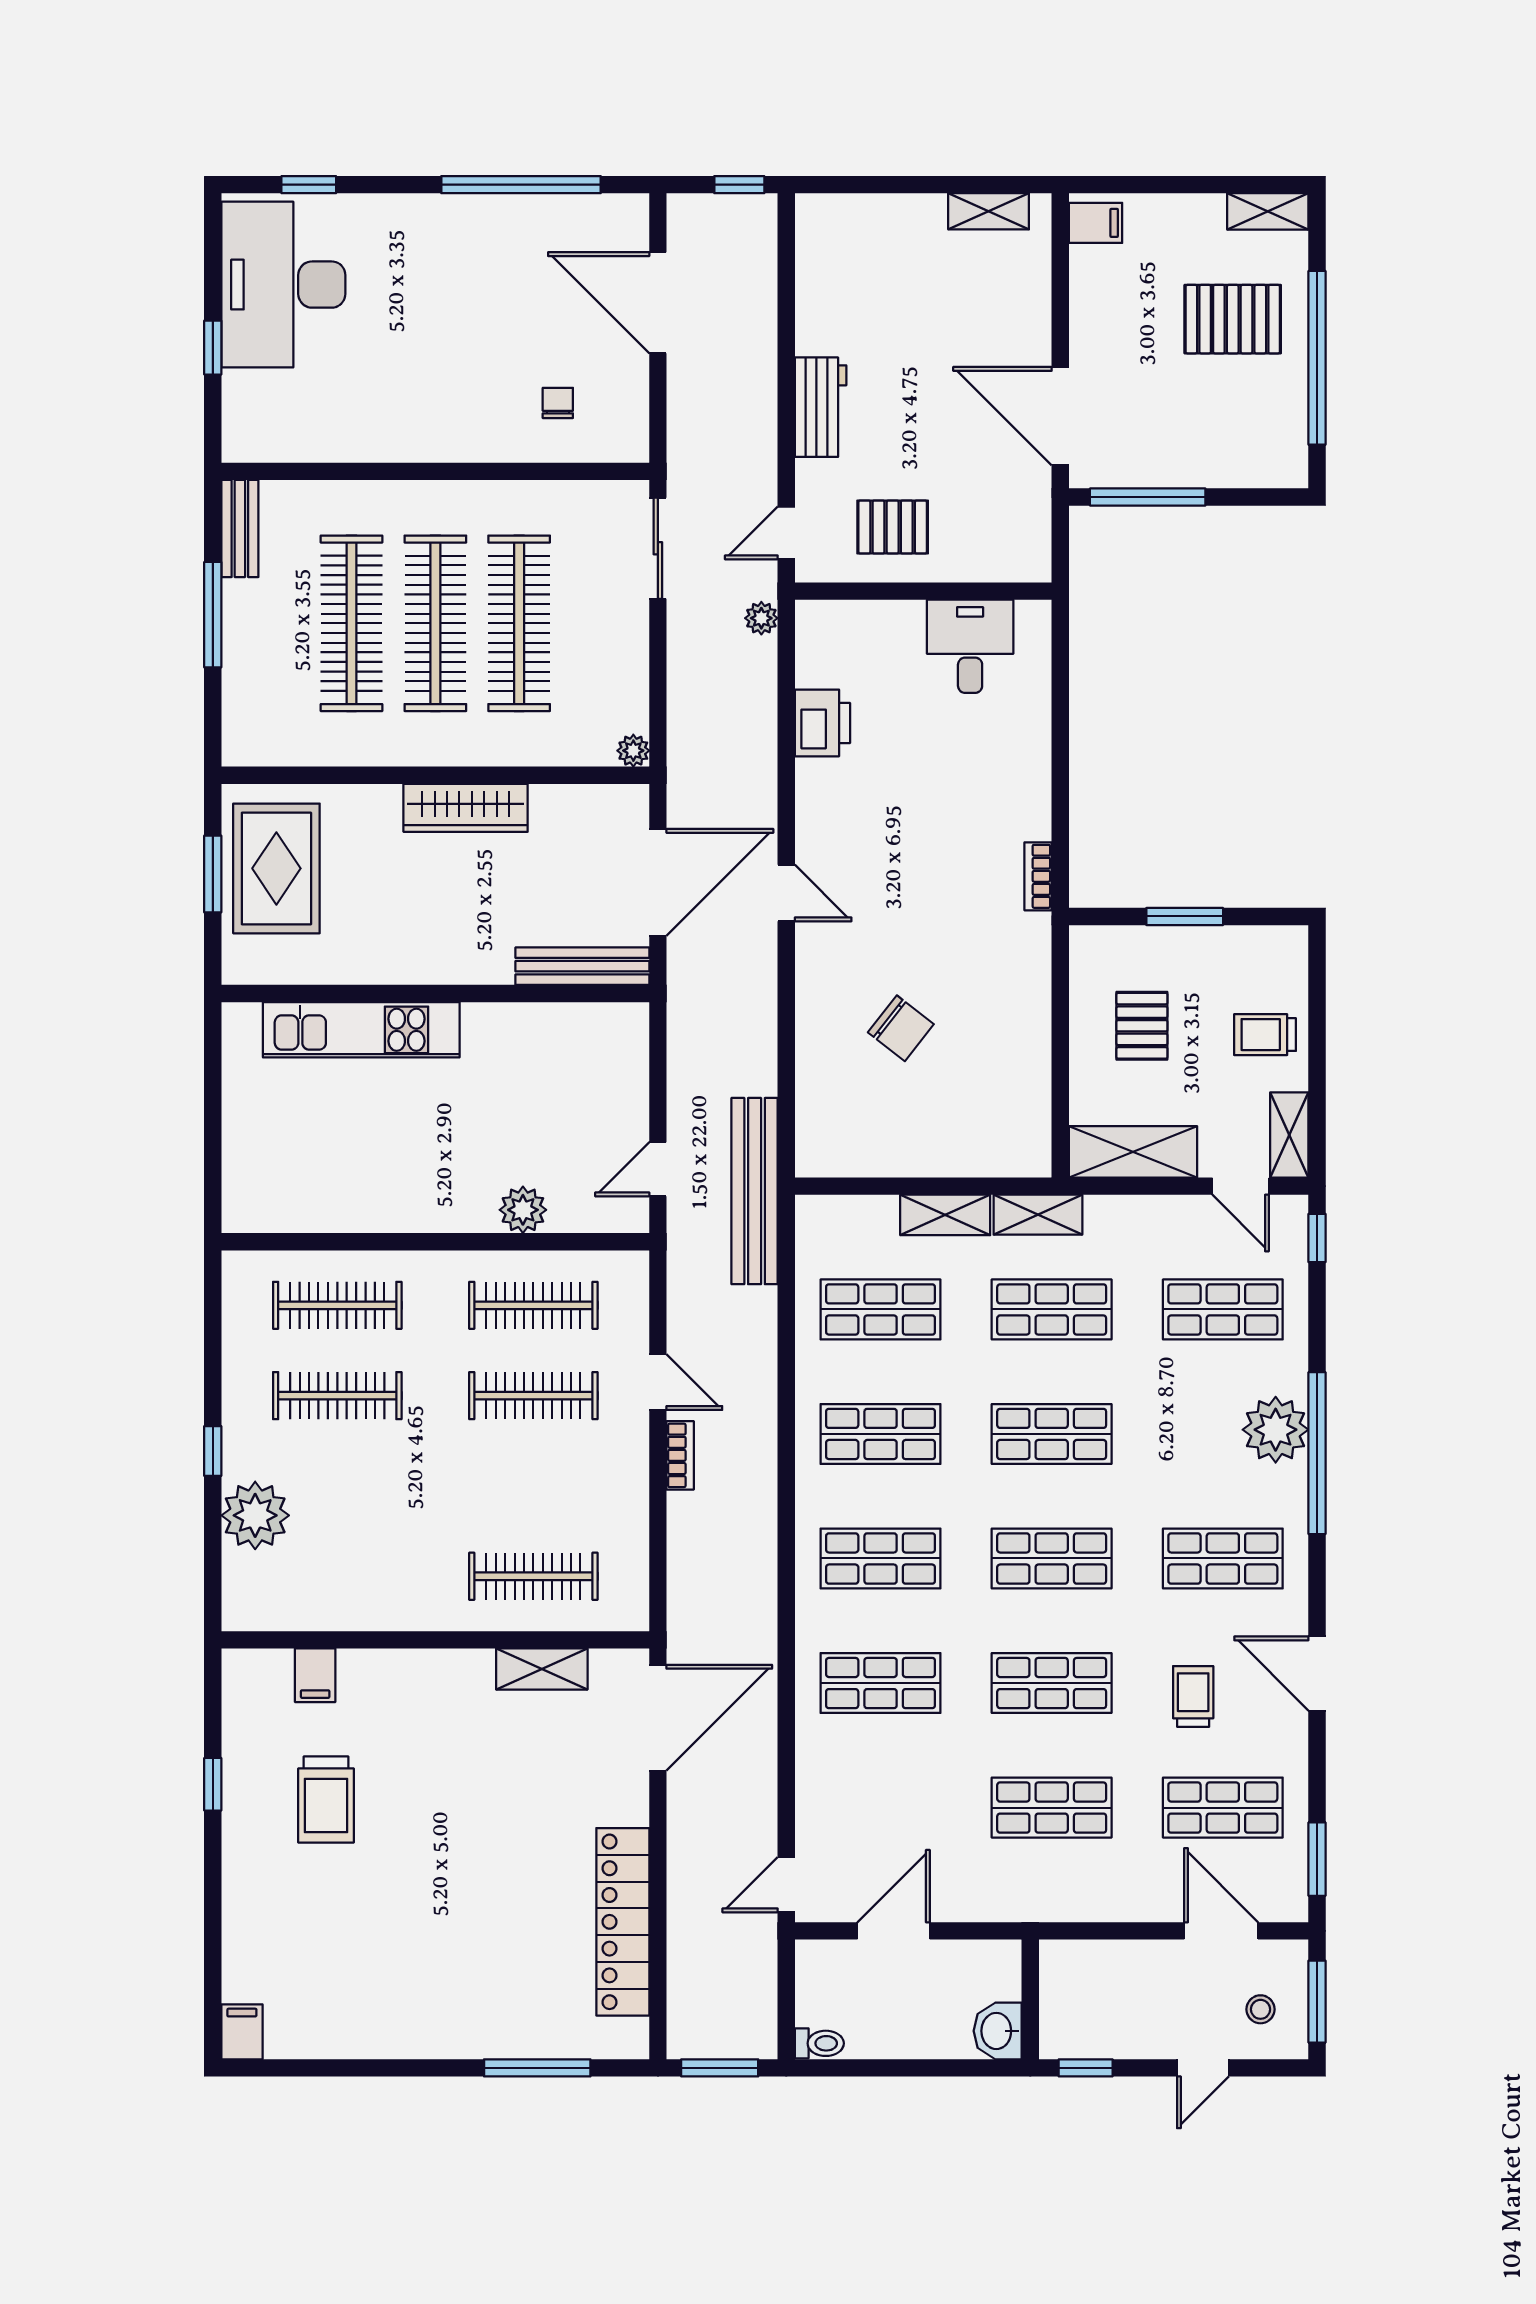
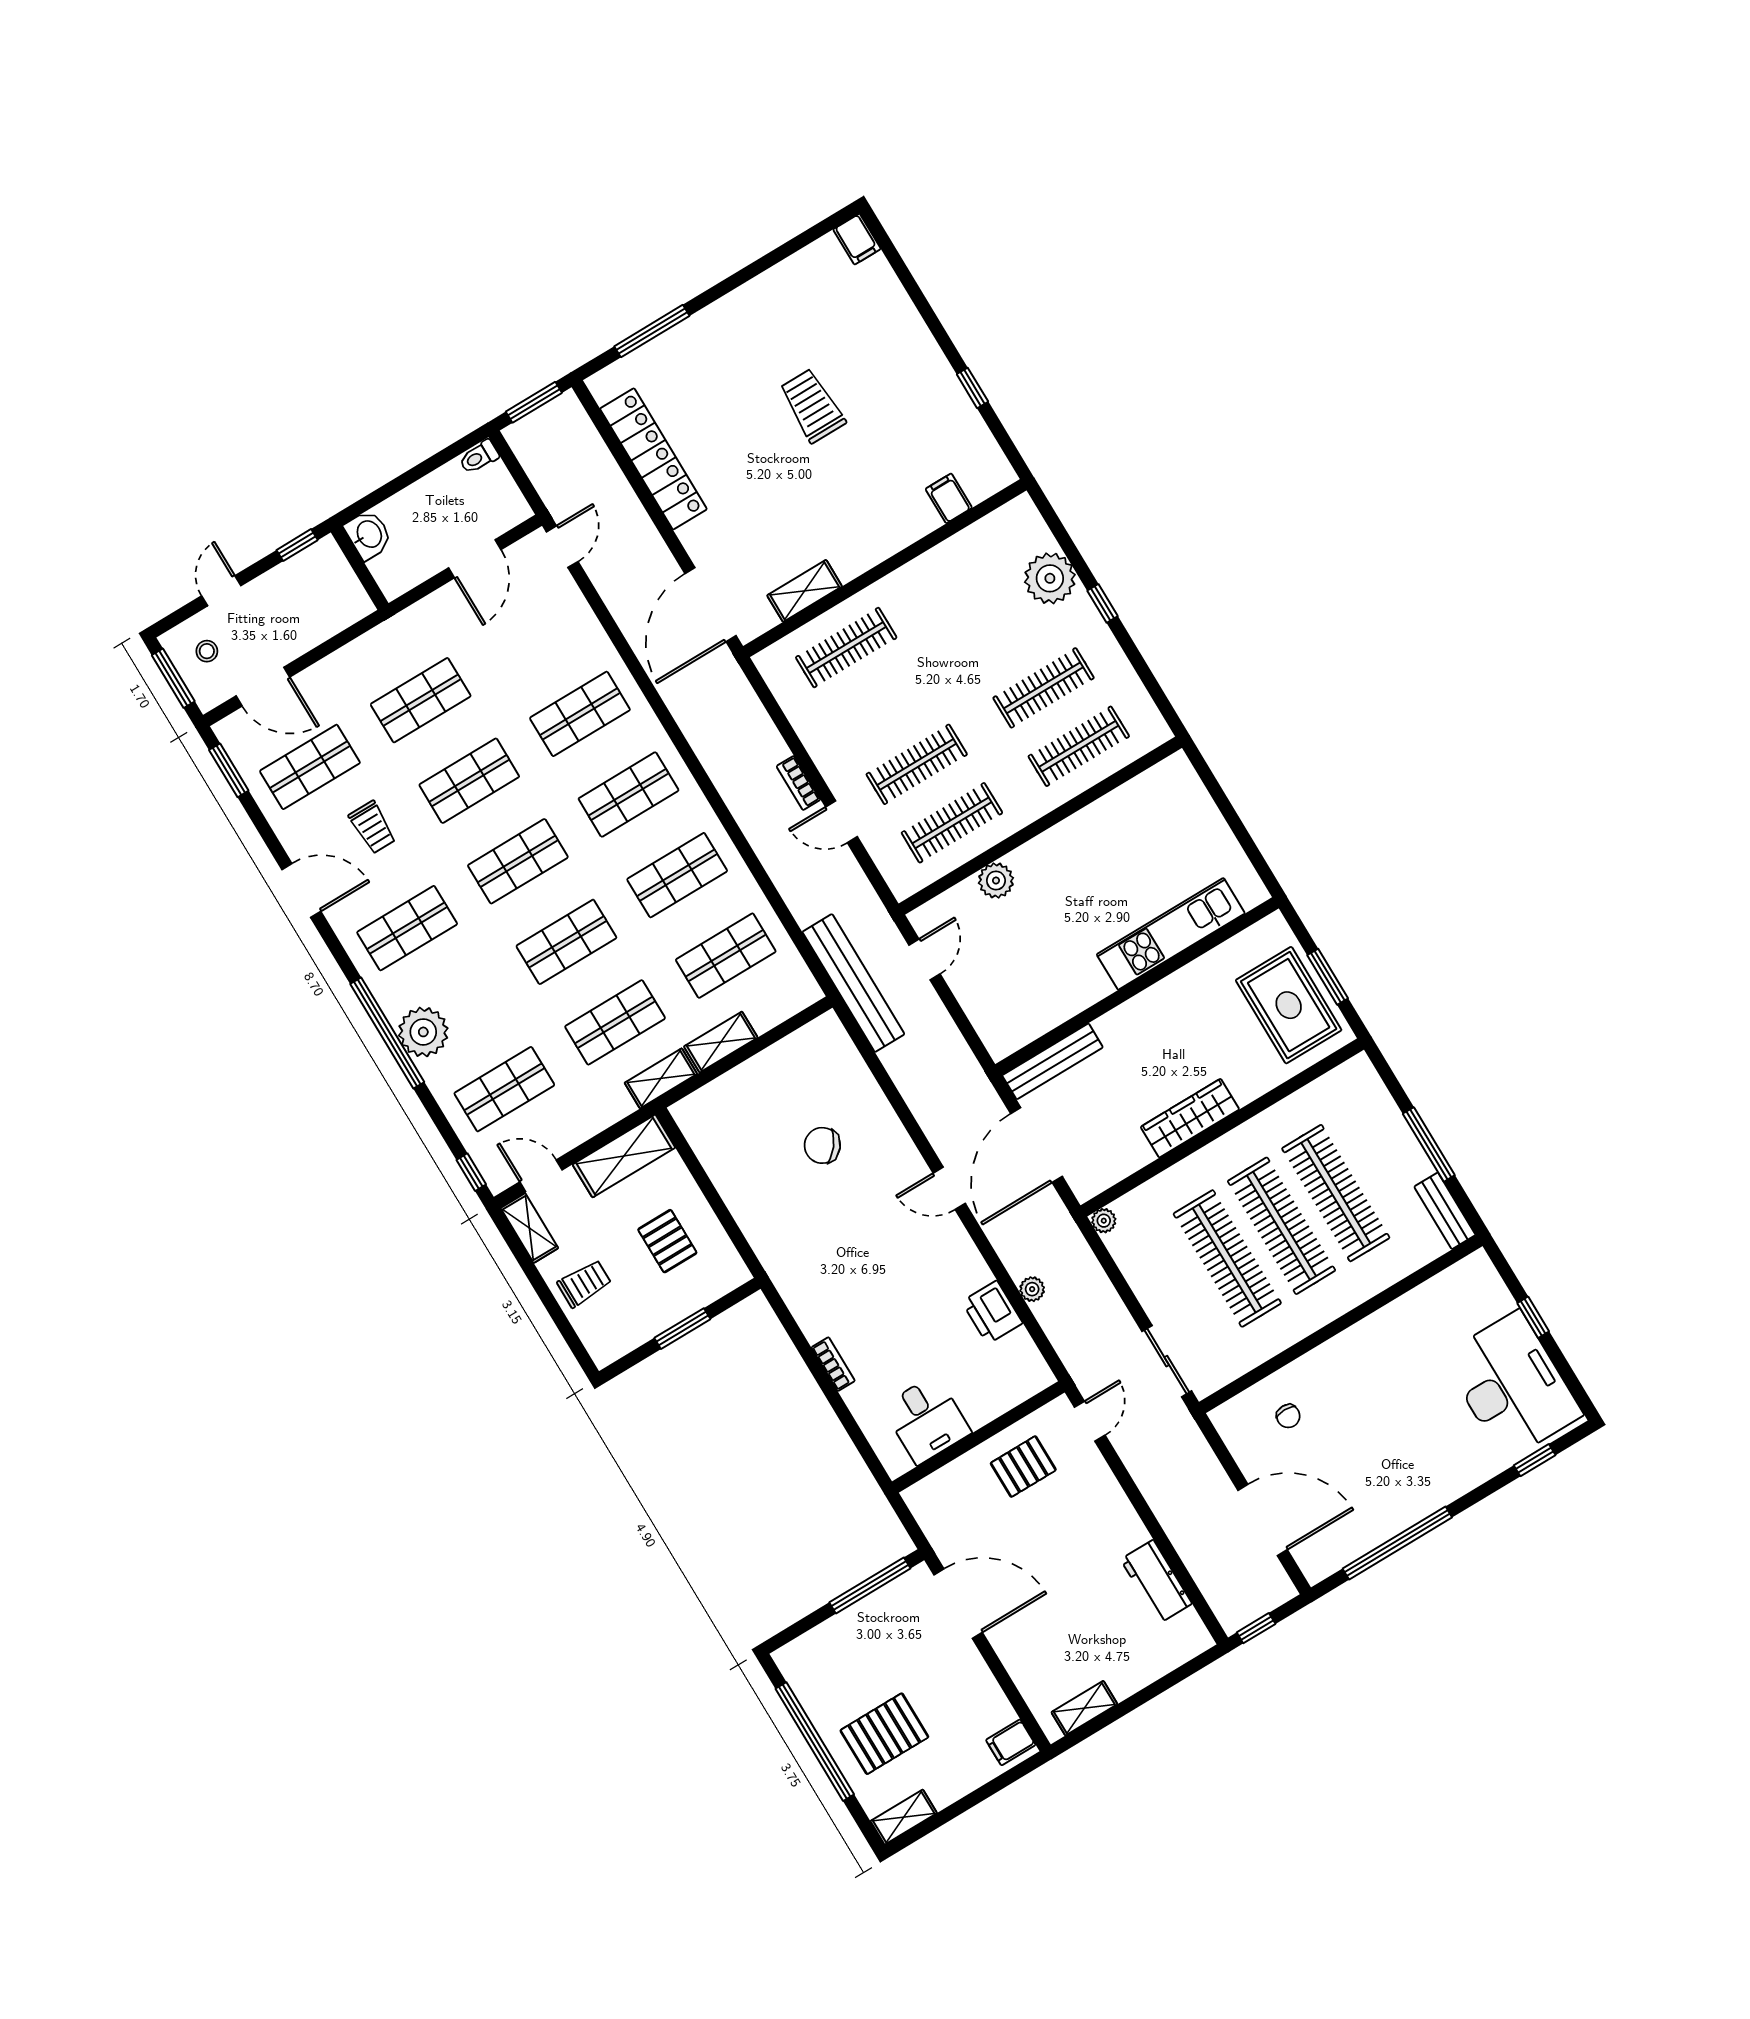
workbench: (821, 407) -> (1156, 1582), moved
plant: (761, 618) -> (1032, 1289), moved
bookcase: (1038, 876) -> (833, 1364), moved
trolley: (326, 1799) -> (812, 406), moved

